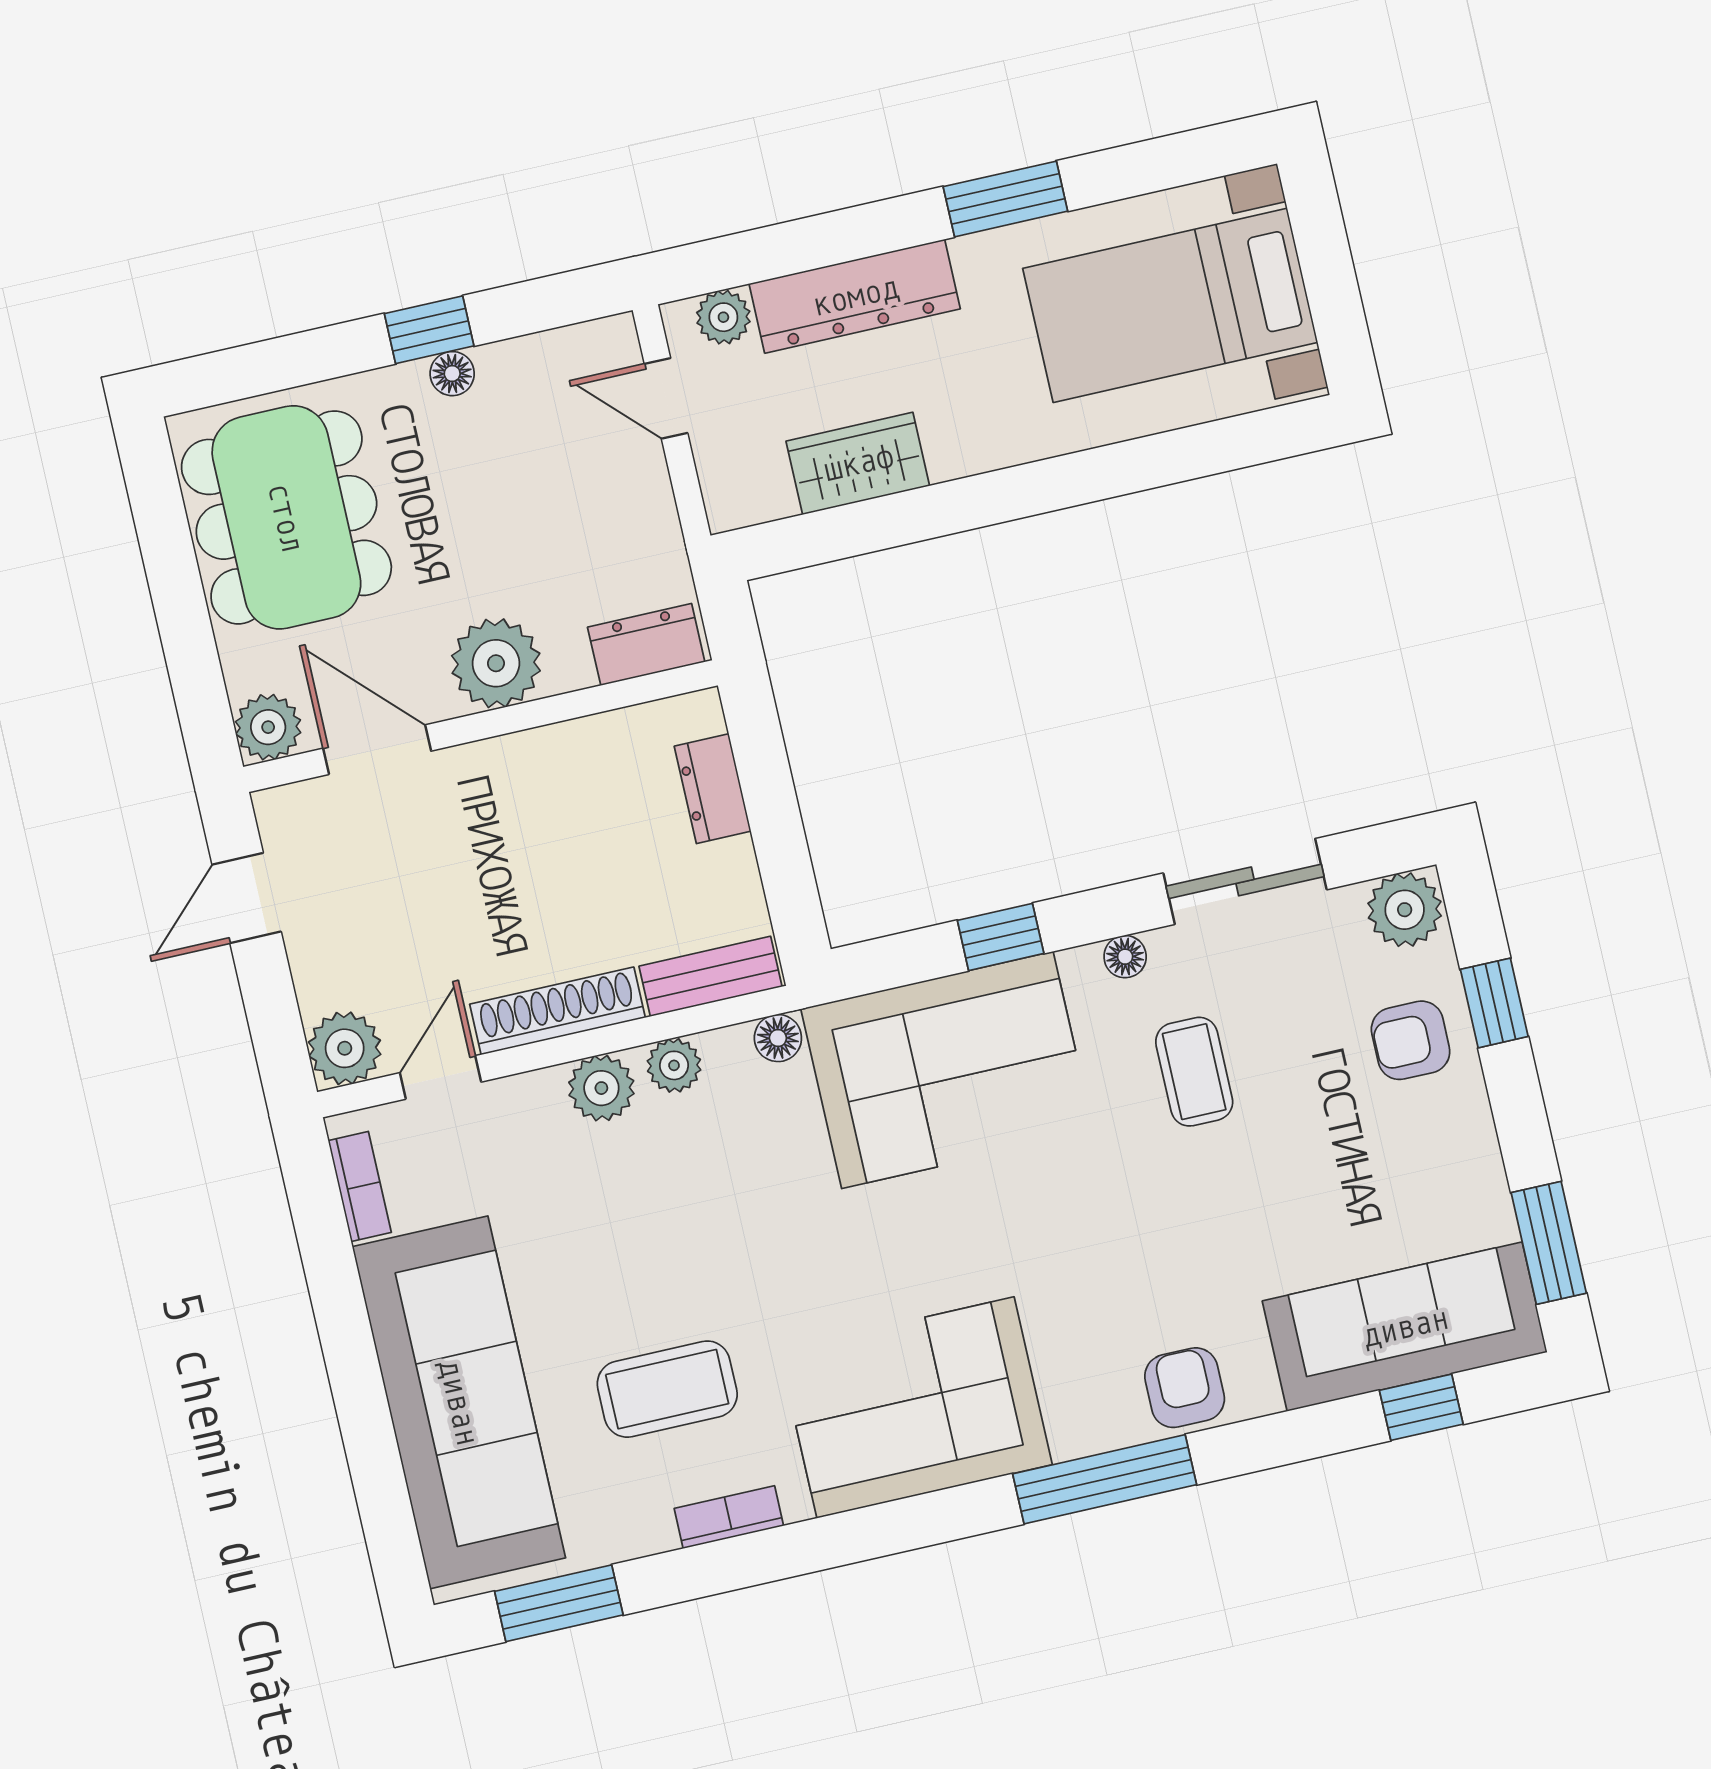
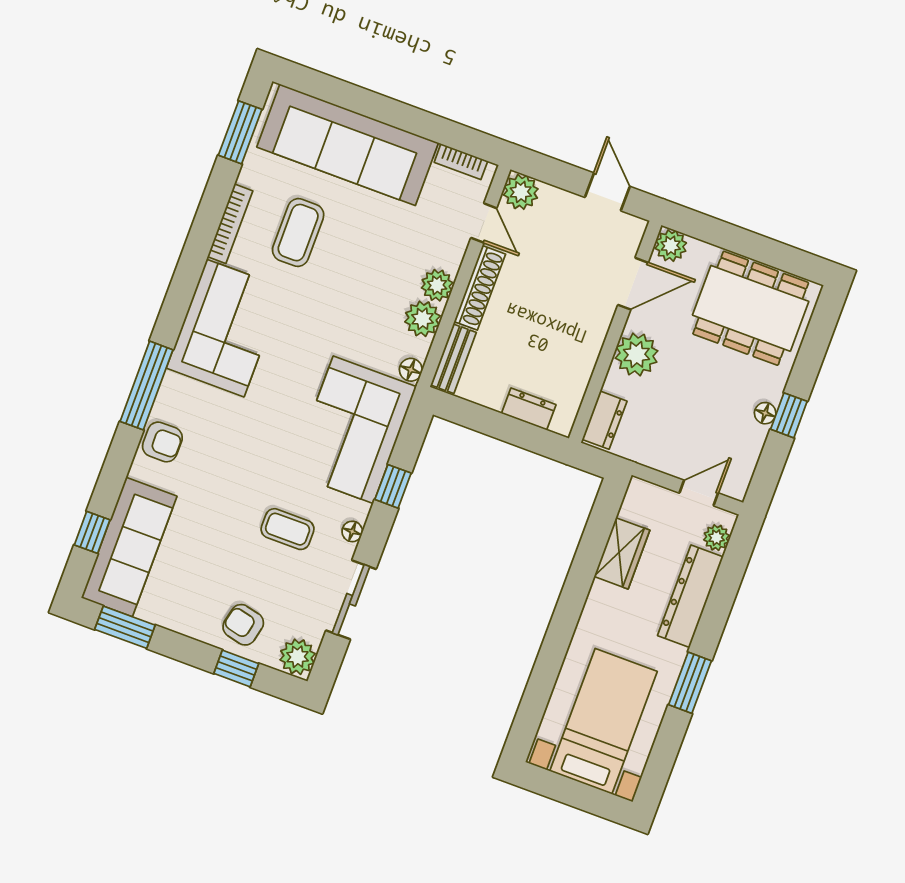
armchair: (1411, 1040) -> (243, 625), turned -77
plant: (674, 1065) -> (423, 319), width x1.38, depth x1.38
bookcase: (729, 1517) -> (230, 224), width x1.56

